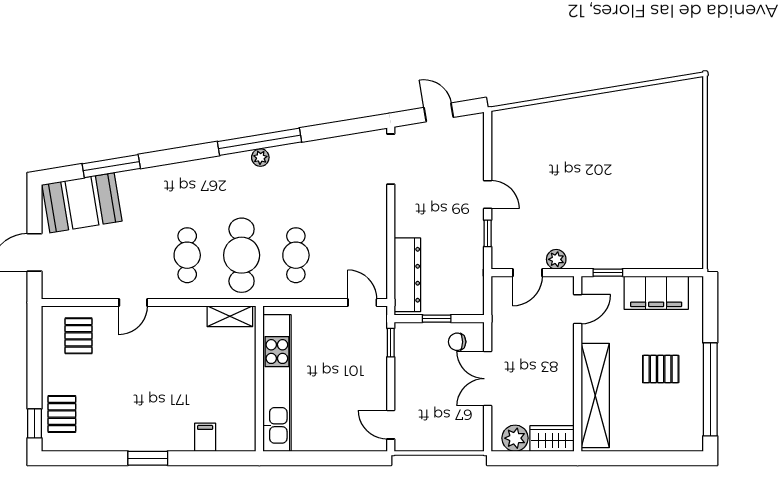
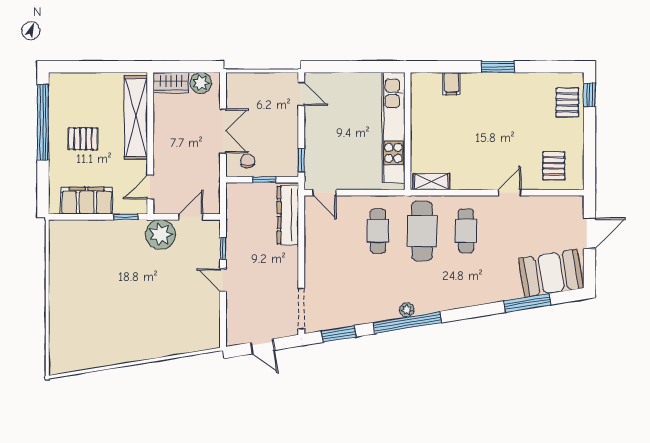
window: (345, 128) -> (339, 334), added
plant: (556, 259) -> (161, 235), width x1.87, depth x1.87
chair: (457, 342) -> (248, 161), turned -90

